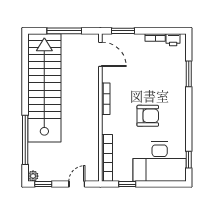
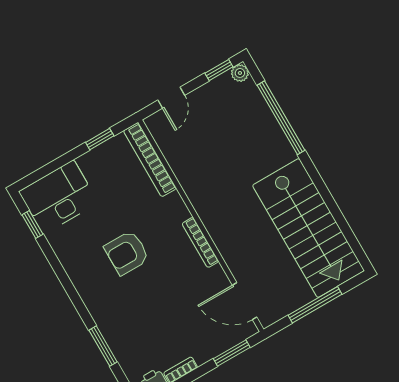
stairs: (44, 88) -> (308, 228), width x0.73
desk: (160, 161) -> (59, 197), width x0.73, depth x0.77

